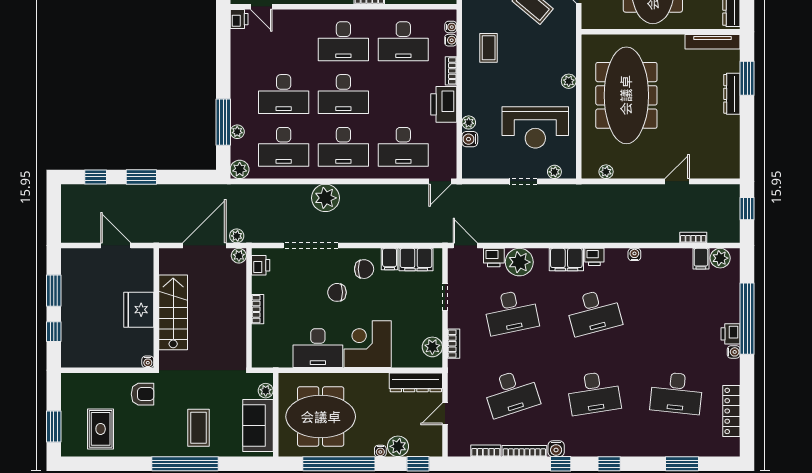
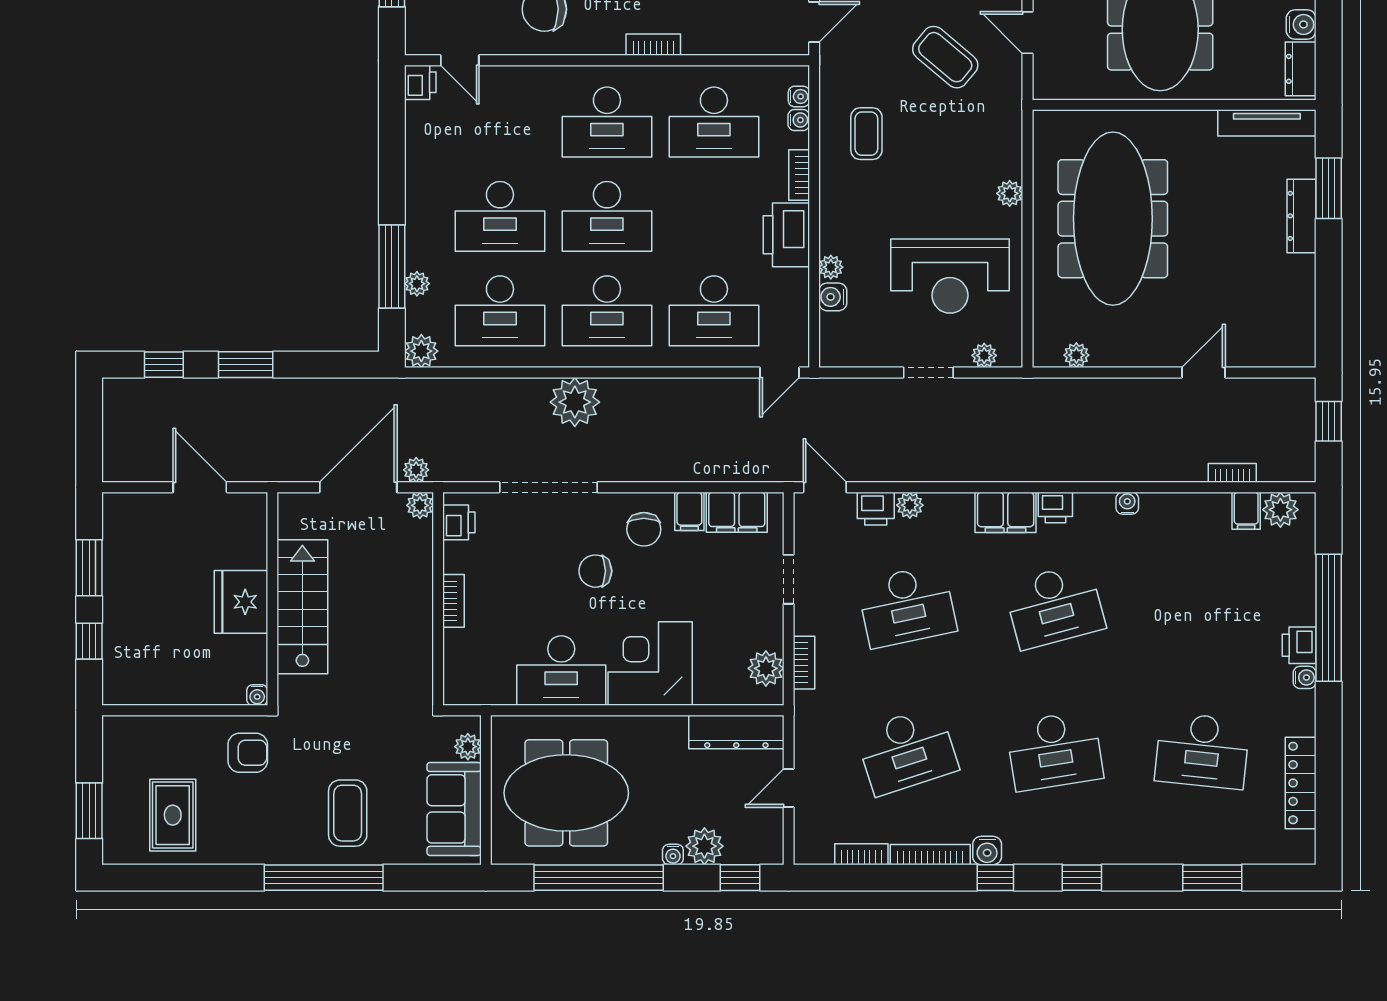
plant: (519, 262) -> (910, 505), width x0.53, depth x0.53
chair: (364, 269) -> (644, 529), turned 90

